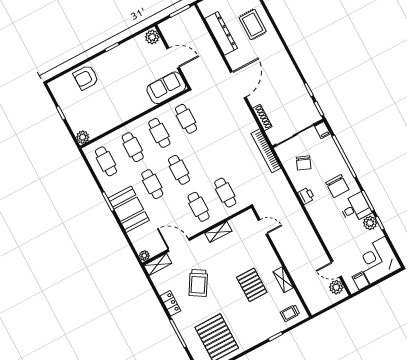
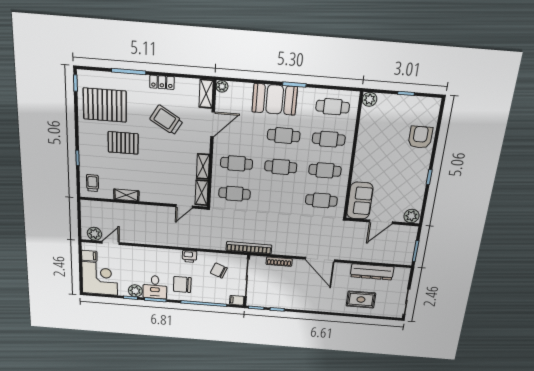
shelving: (242, 220) -> (202, 193), added
pallet: (252, 285) -> (123, 143), moved

